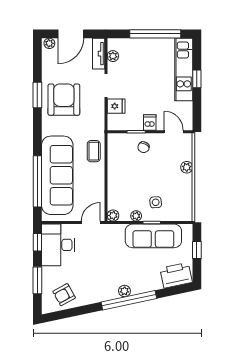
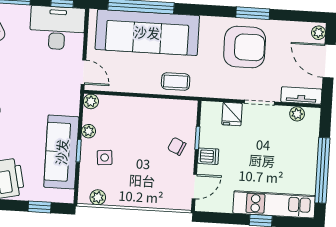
plant: (187, 167) -> (98, 197), moved

